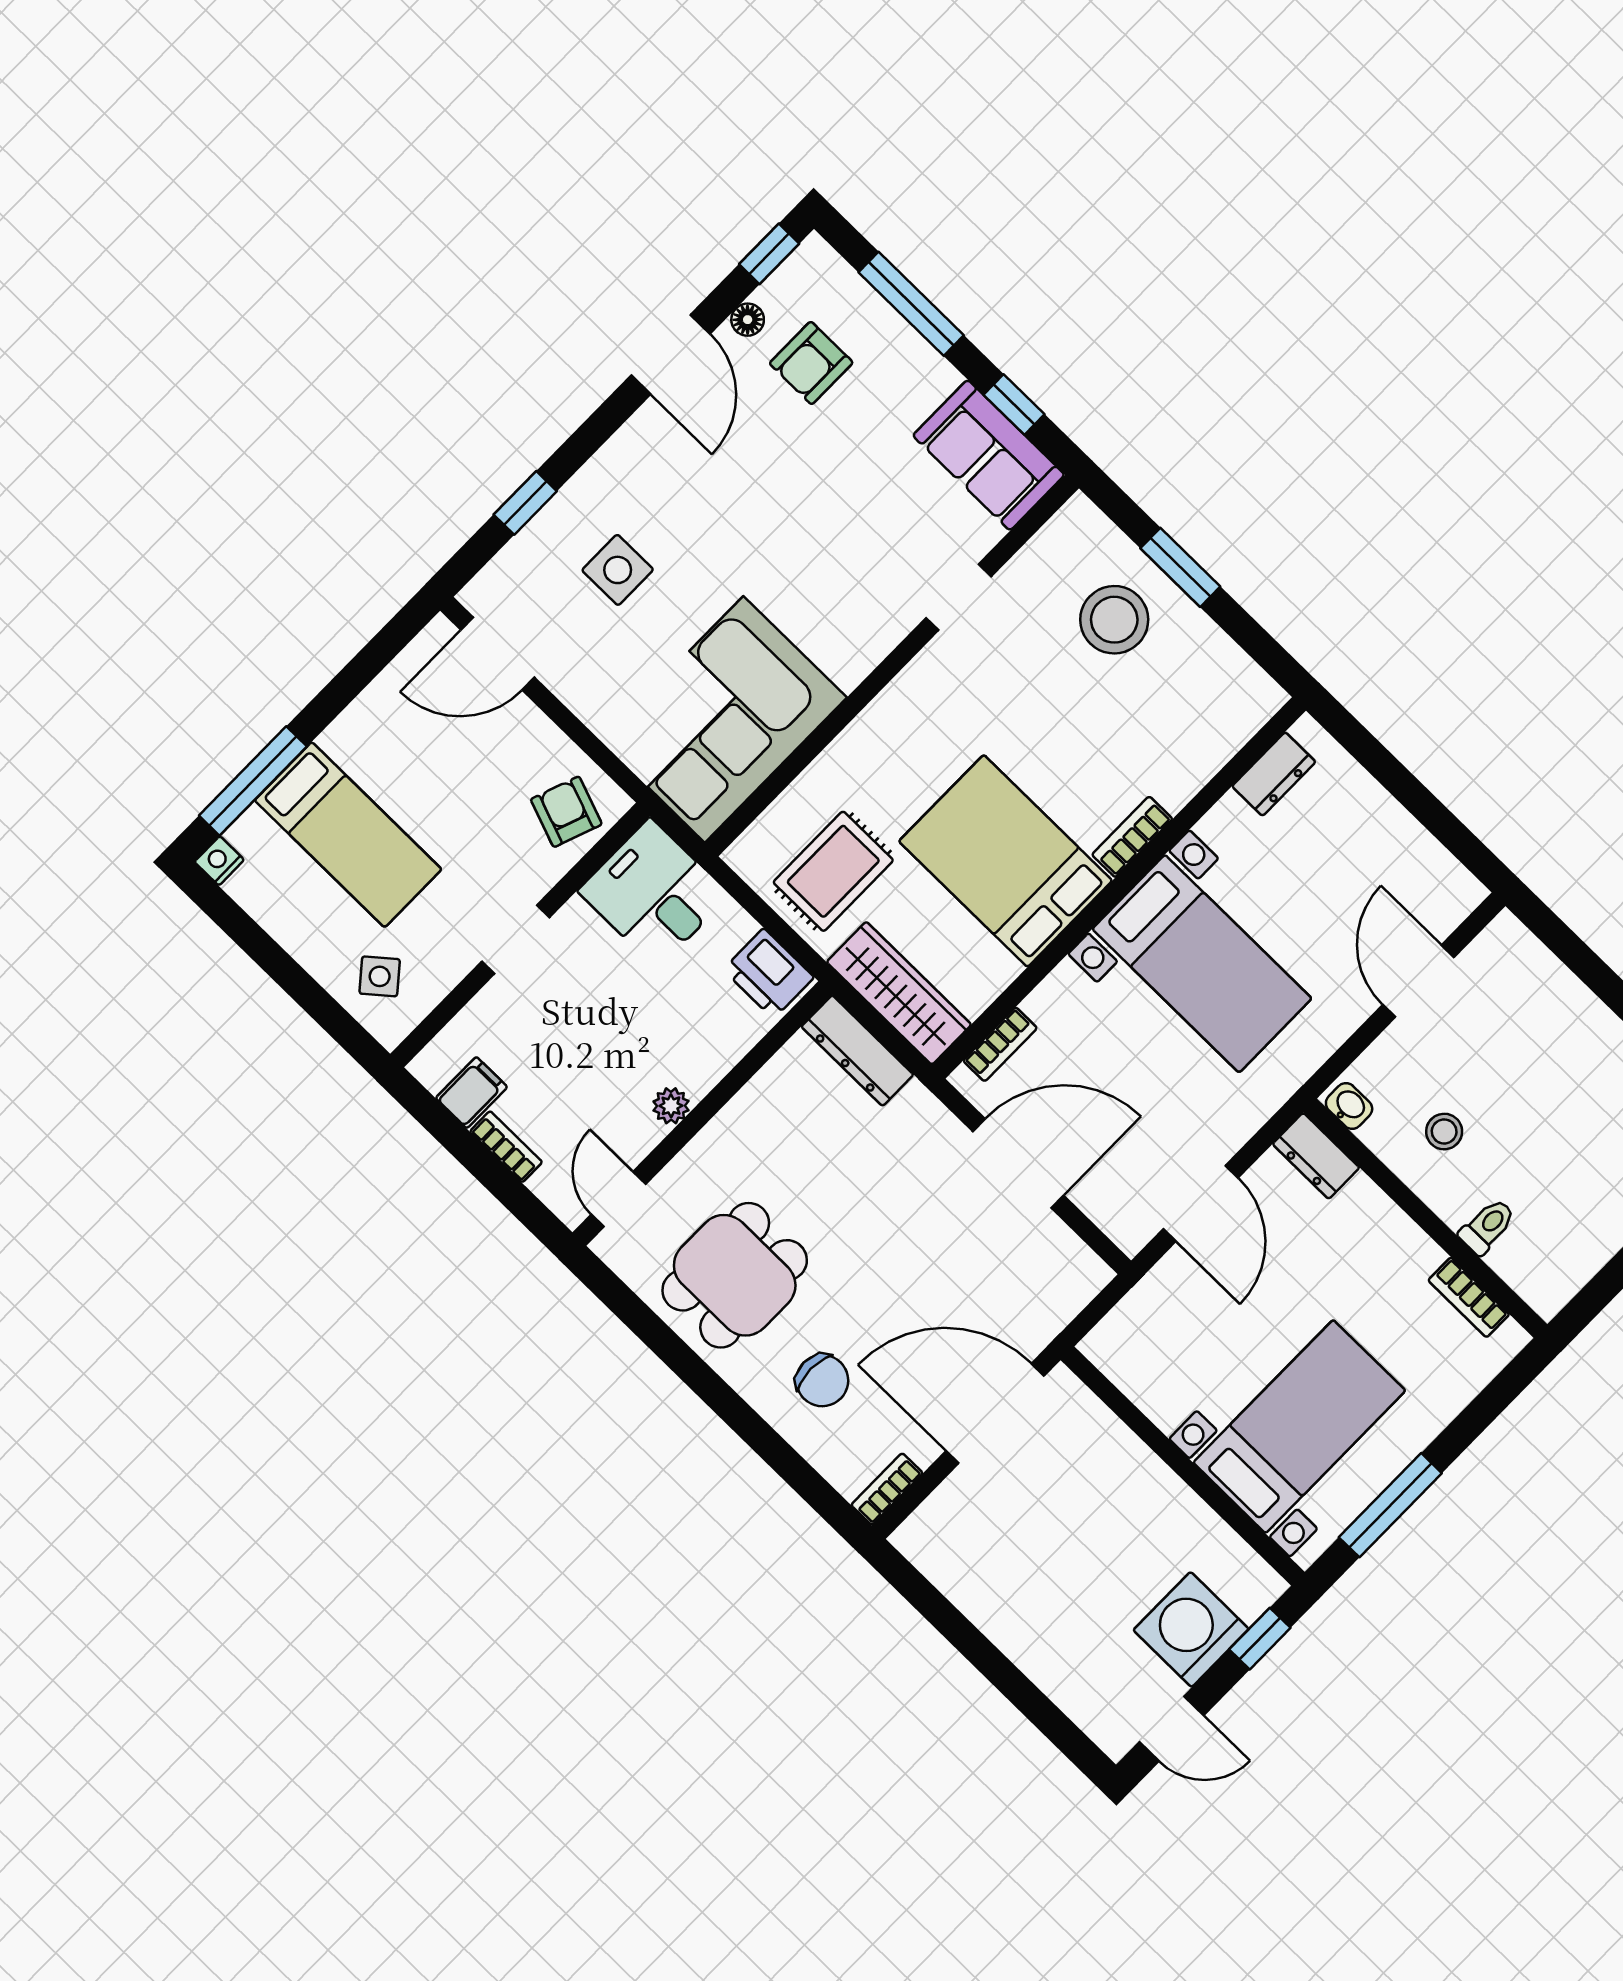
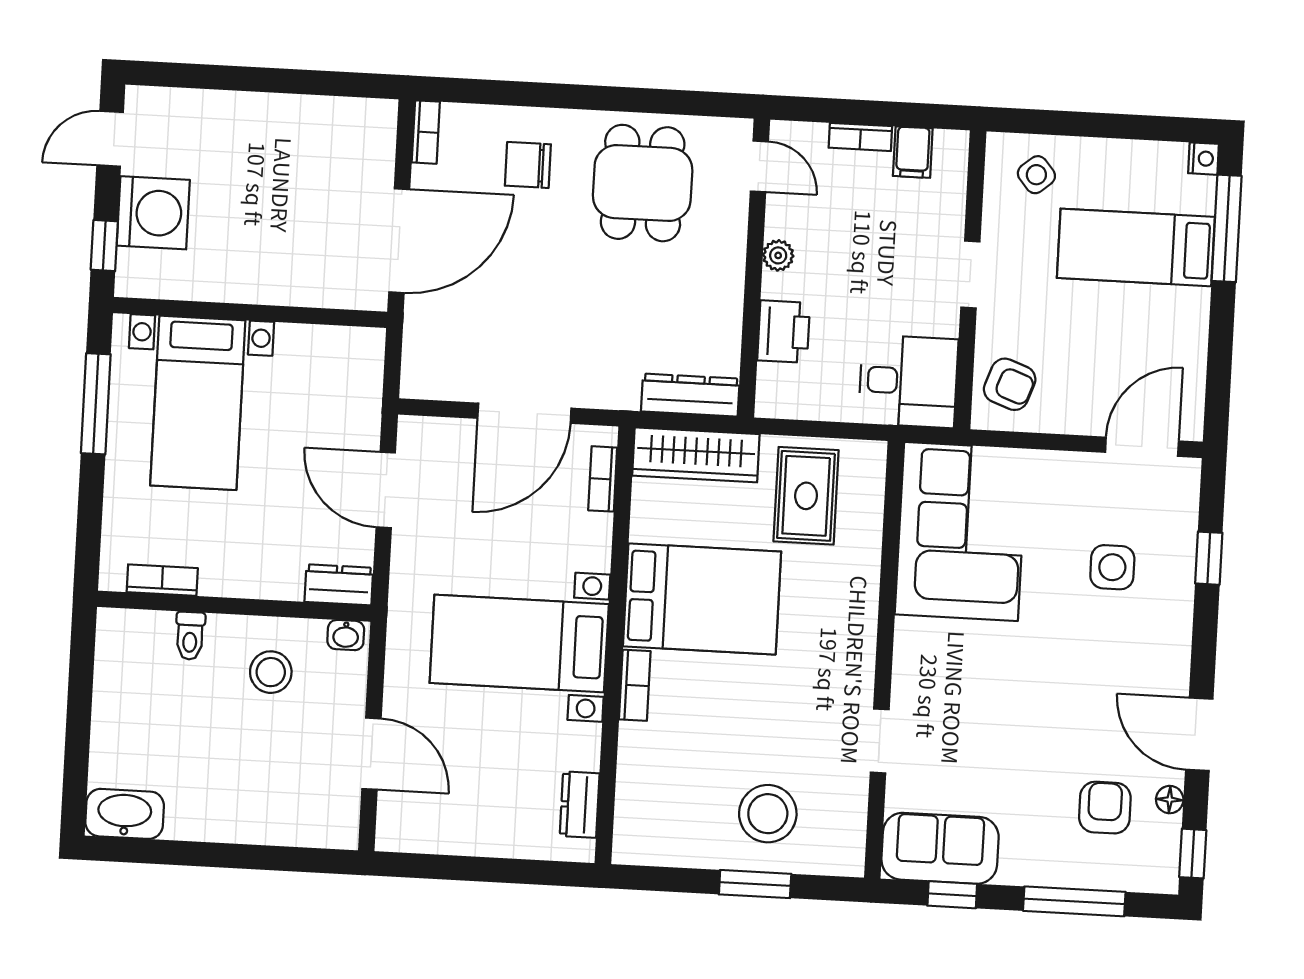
printer: (769, 973) -> (784, 332), moved, turned 90
stool: (1444, 1132) -> (271, 672), width x1.37, depth x1.37

